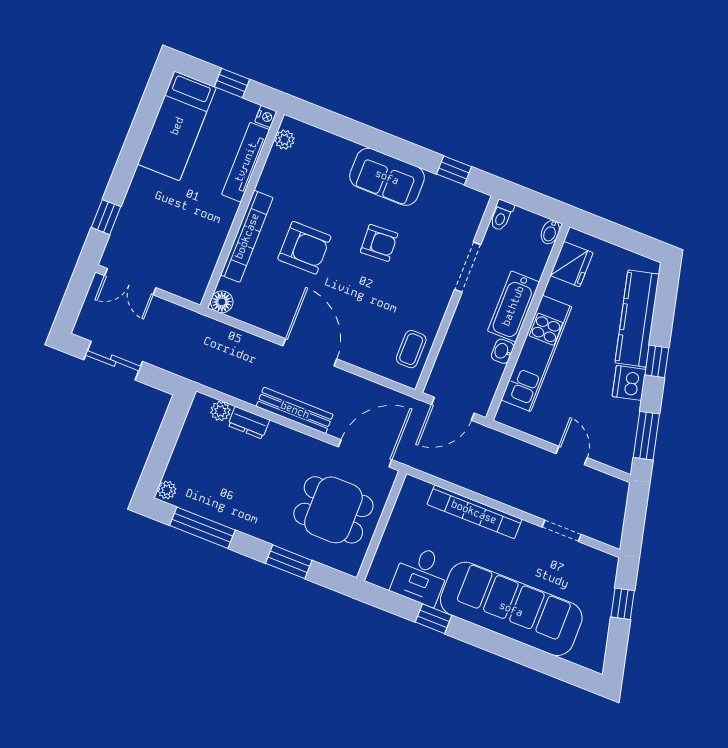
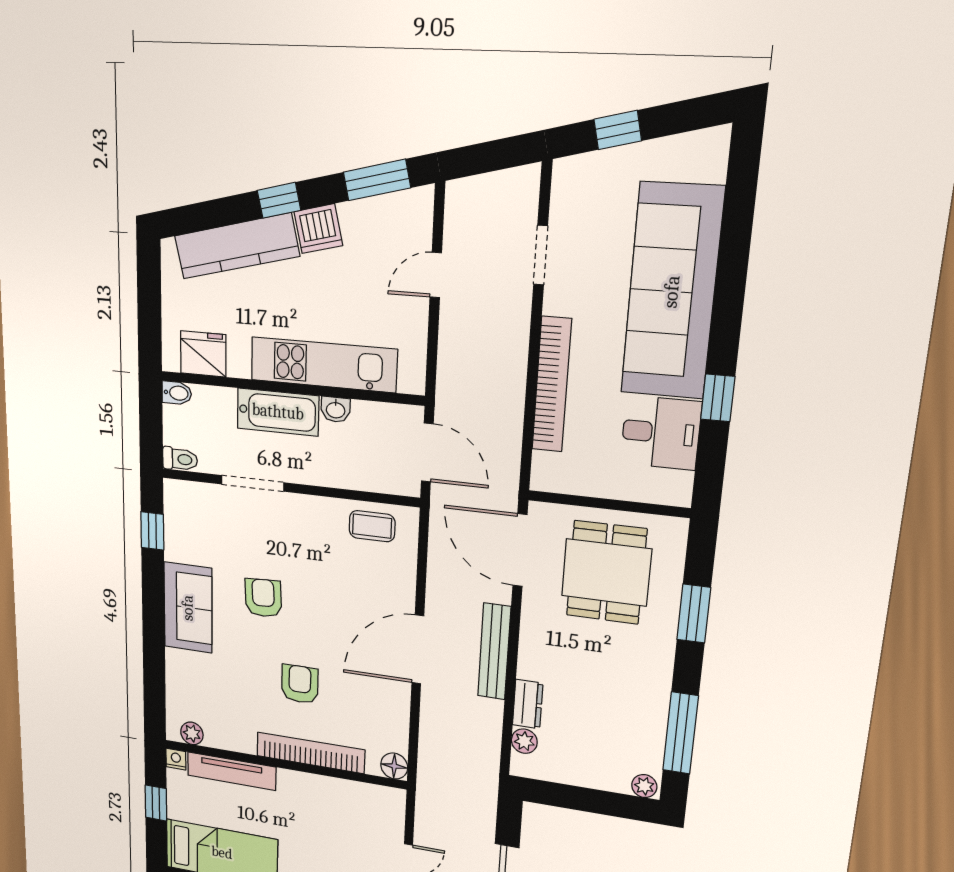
armchair: (304, 248) -> (300, 684), width x0.72, depth x0.72

